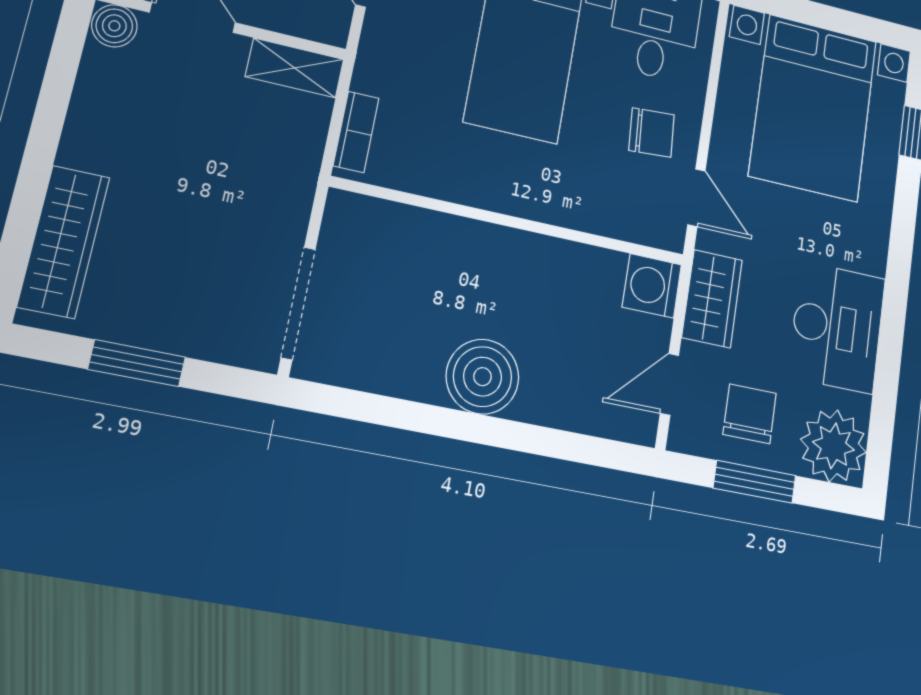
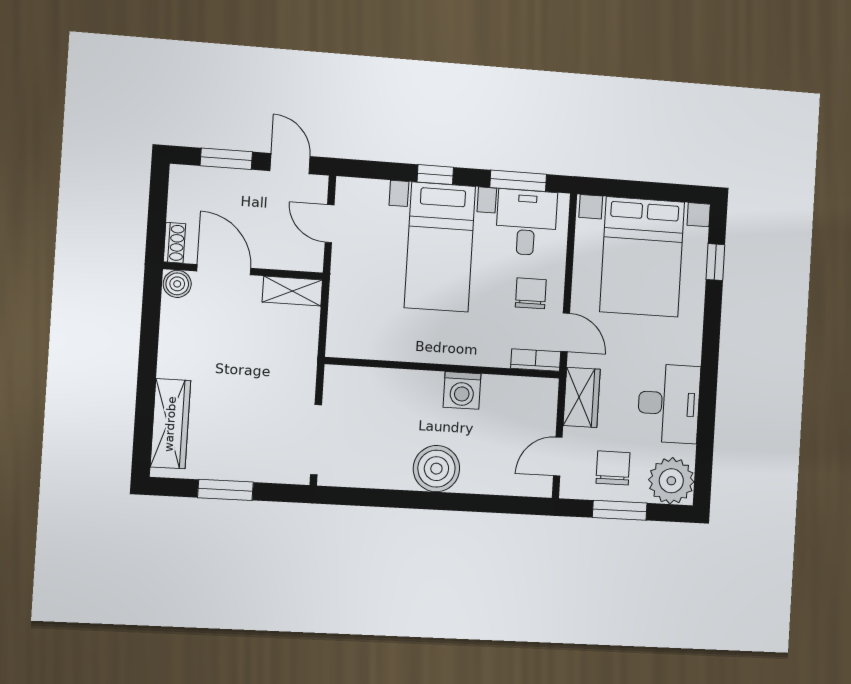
bookcase: (356, 132) -> (536, 360), moved, turned -90
chair: (652, 133) -> (531, 293), turned -86
washing machine: (652, 286) -> (462, 390), moved, turned -90

